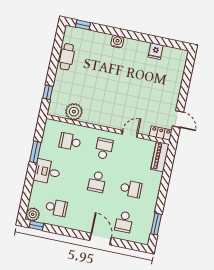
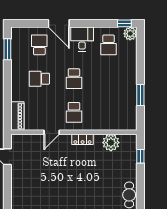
locker: (161, 133) -> (83, 139), moved
school desk: (70, 142) -> (109, 112), removed
desk: (47, 172) -> (82, 39), moved, turned -90
school desk: (97, 182) -> (74, 79), turned 180
school desk: (56, 208) -> (109, 45), turned -90

